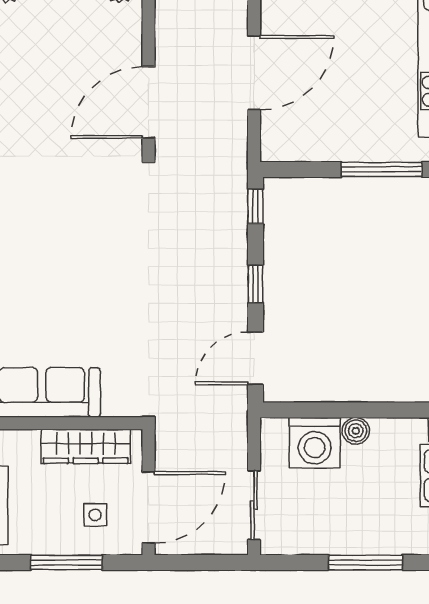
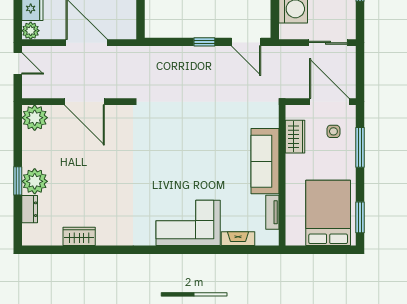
door: (148, 102) -> (84, 102), moved
window: (255, 206) -> (161, 42), removed
wardrobe: (86, 446) -> (295, 137), width x0.67

